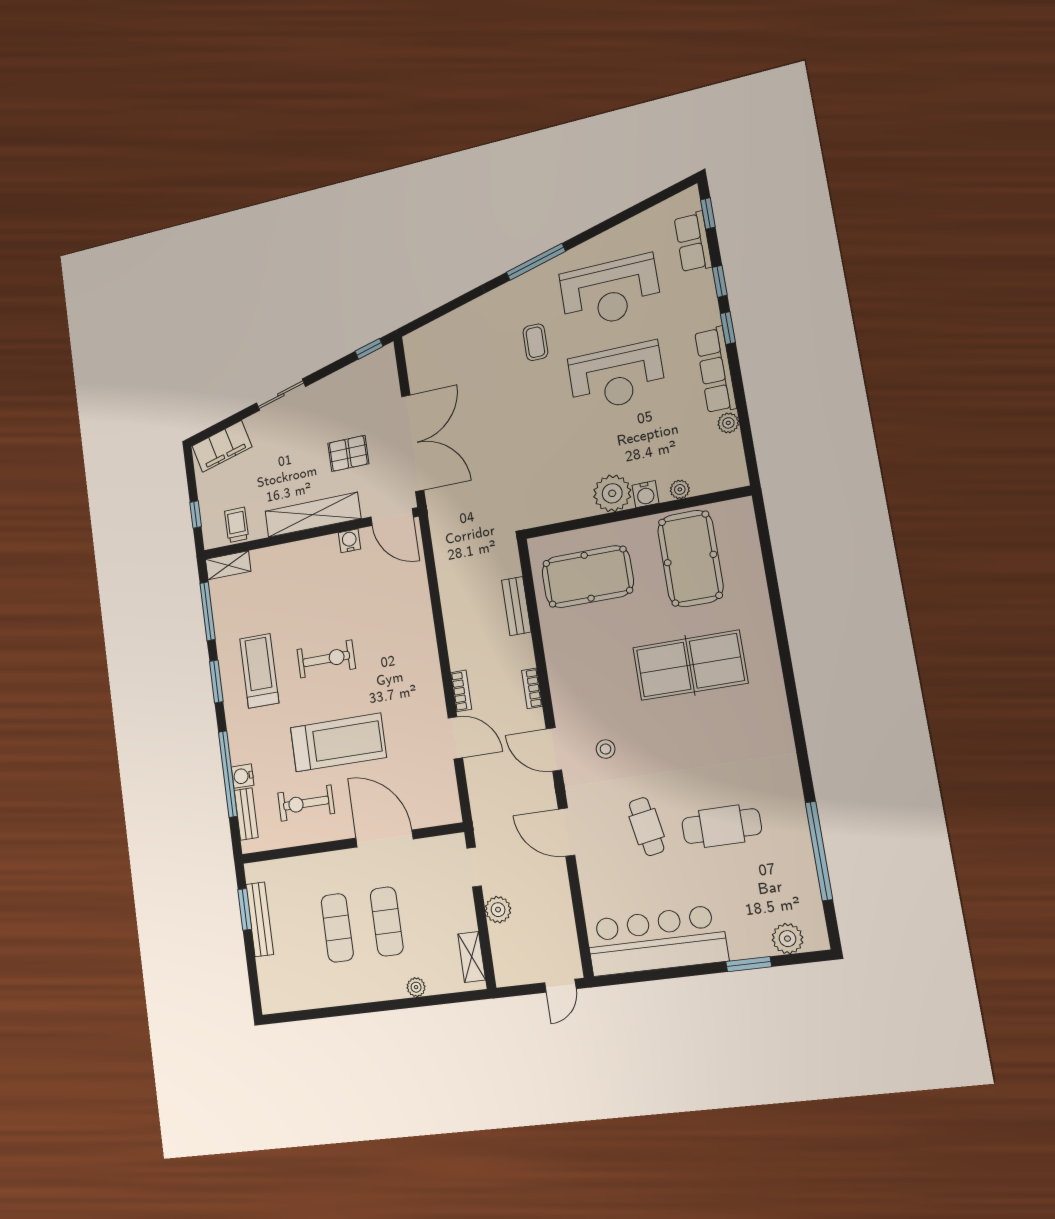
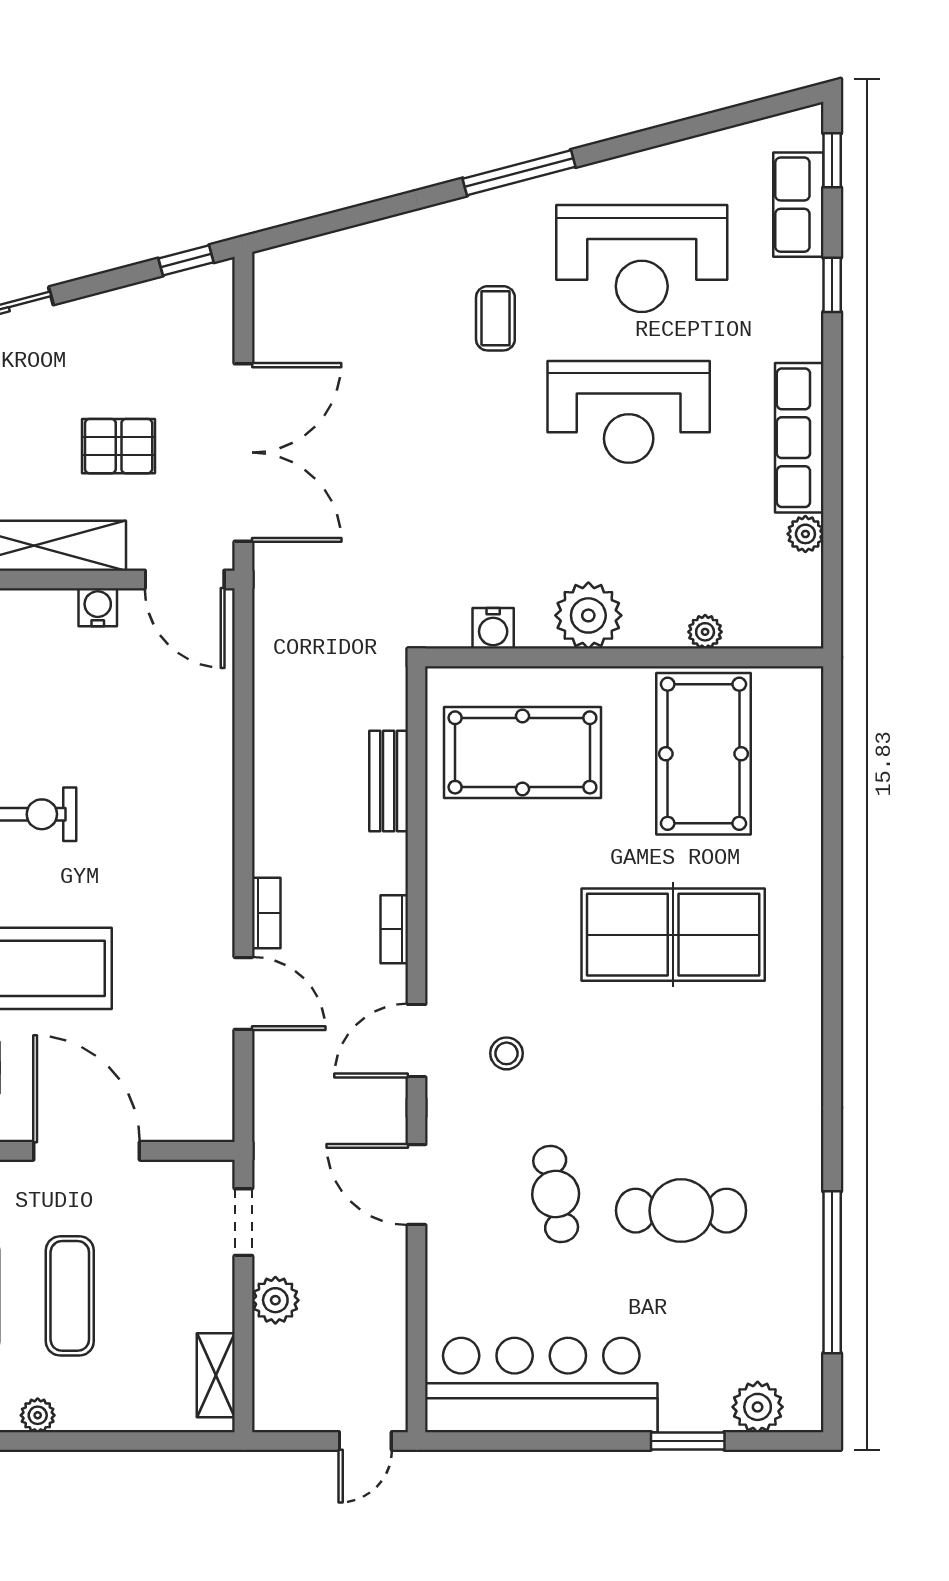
window: (728, 328) -> (832, 370), removed
water cooler: (645, 494) -> (493, 628), moved
door: (554, 749) -> (417, 1041), hinge flipped
plant: (416, 987) -> (38, 1415), moved

